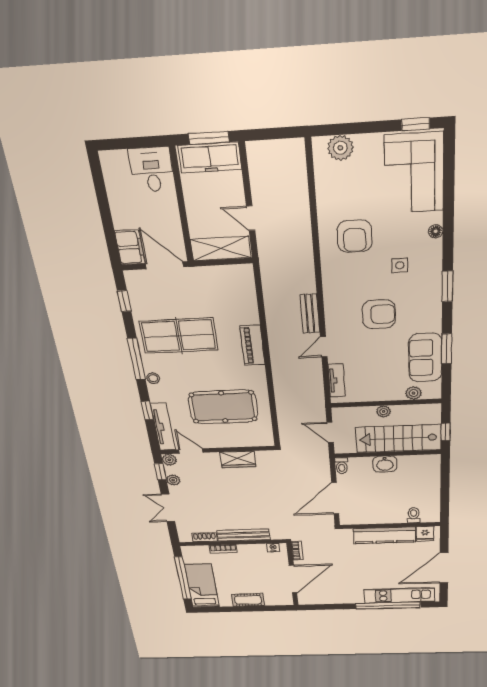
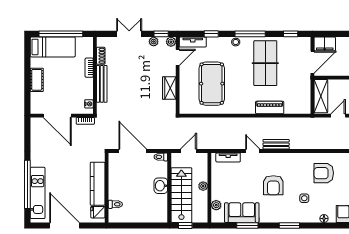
piano: (252, 346) -> (270, 107), moved
tv unit: (163, 427) -> (193, 42), width x0.71

